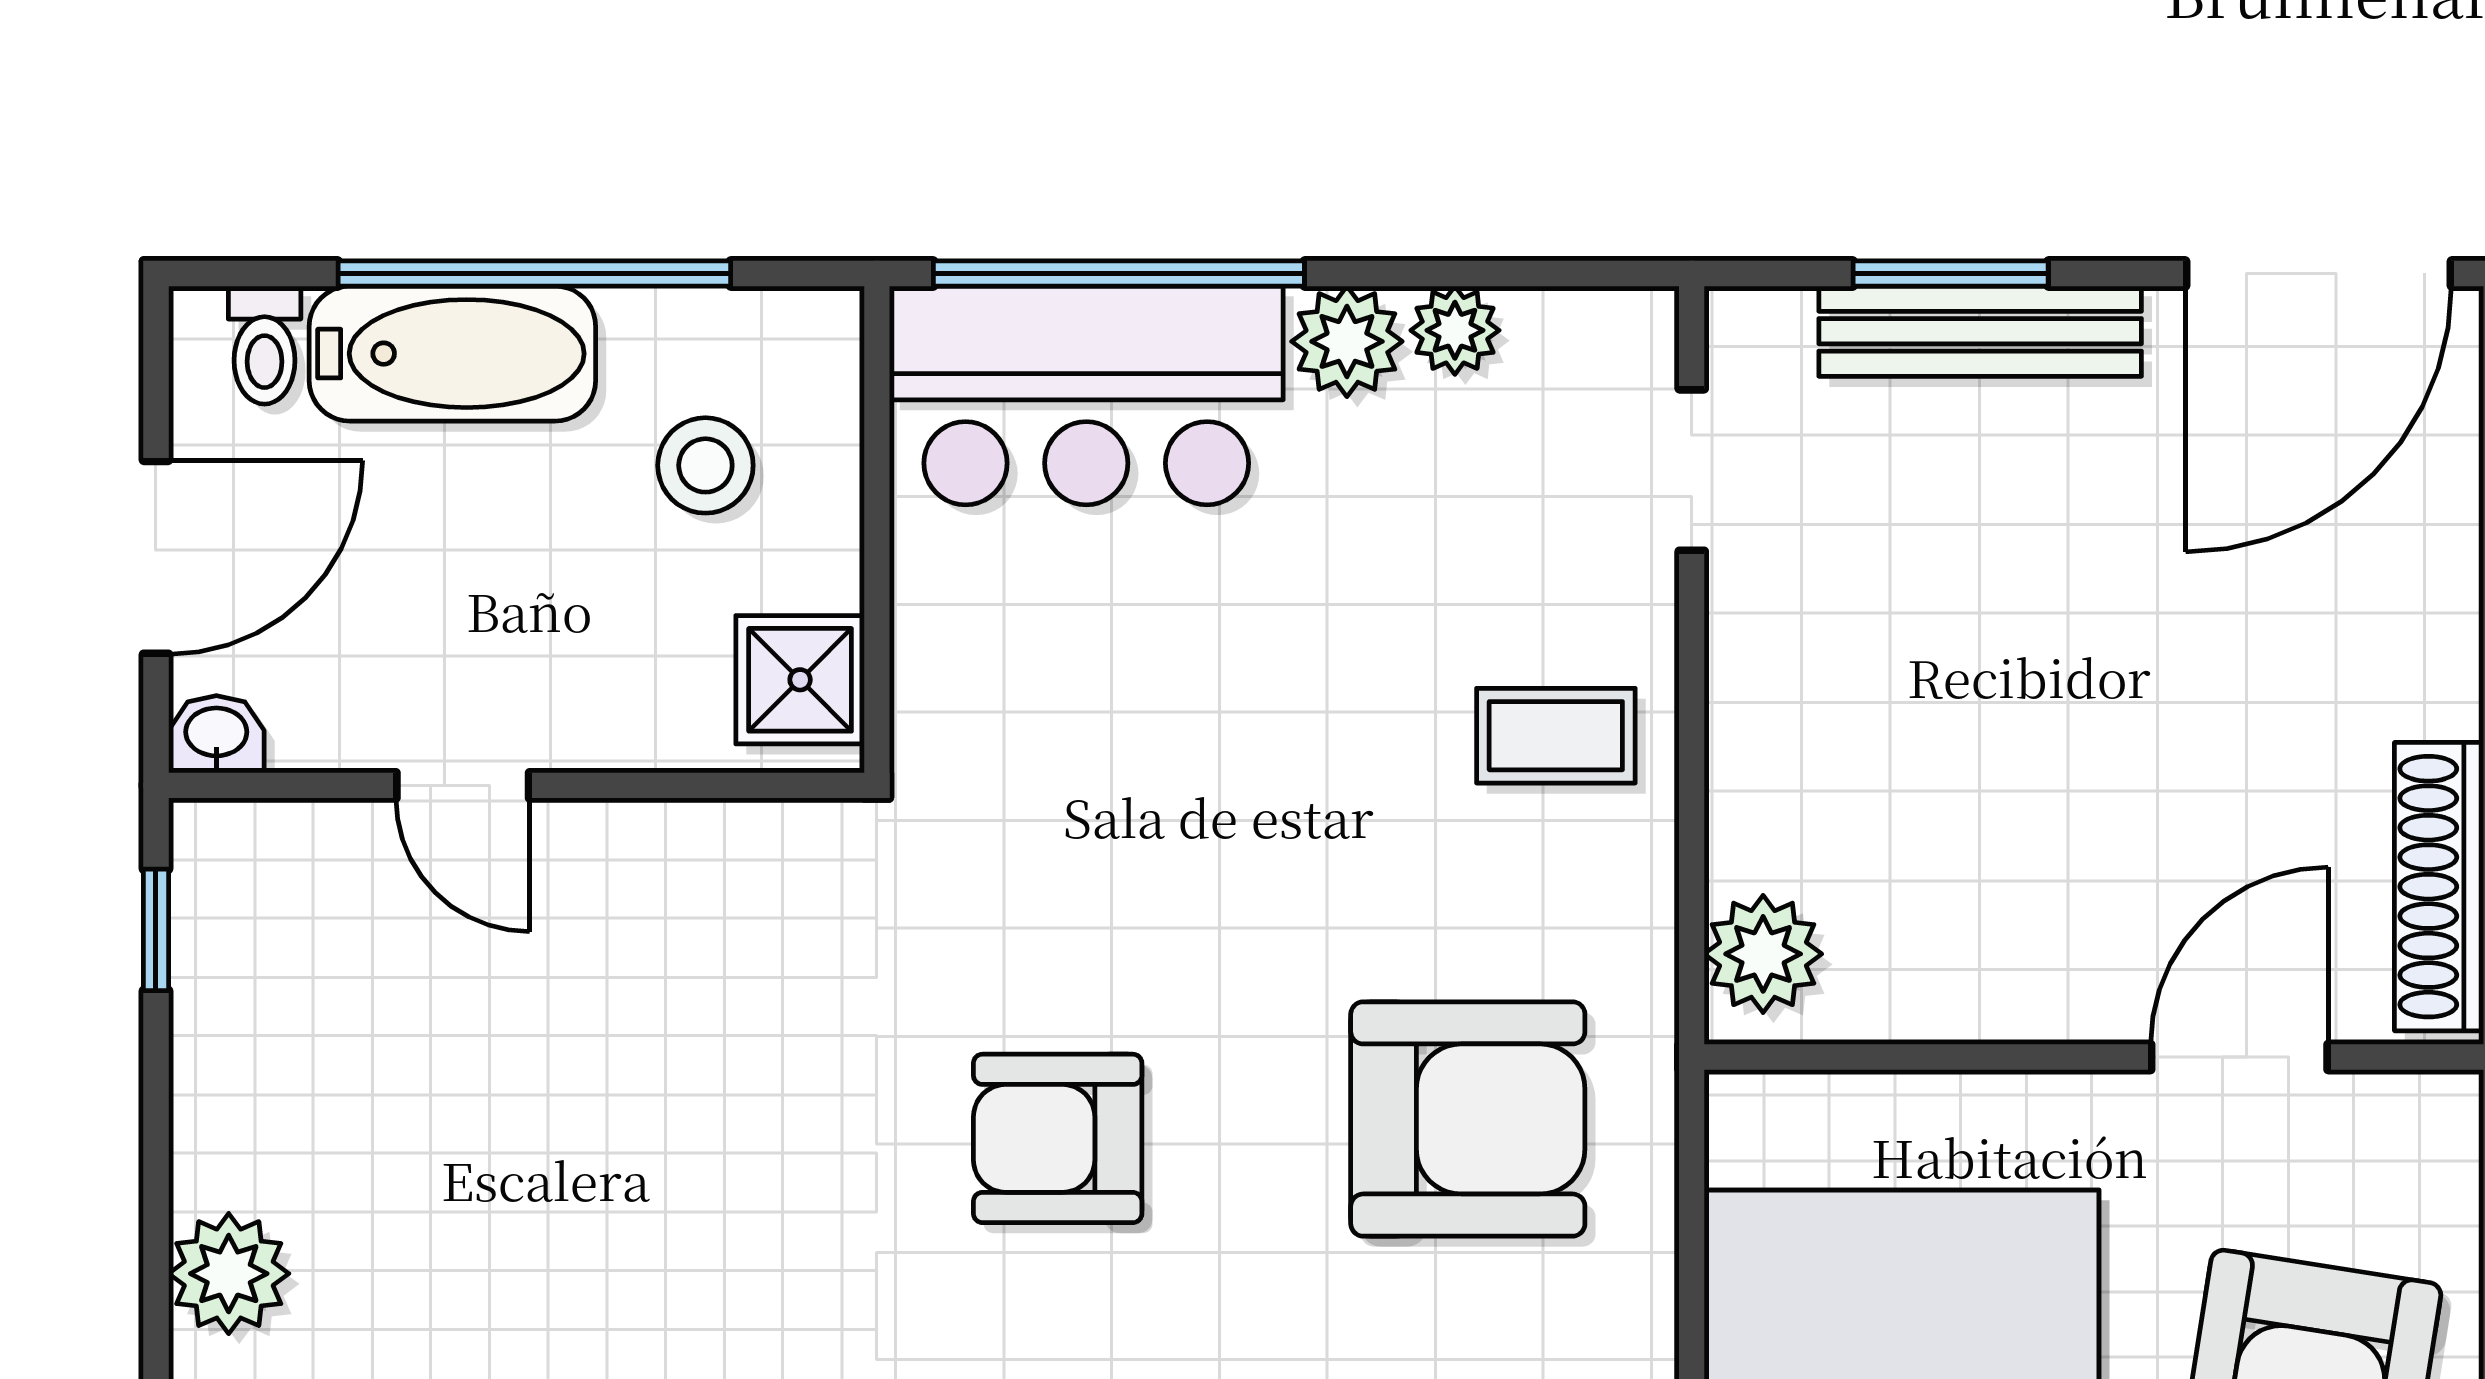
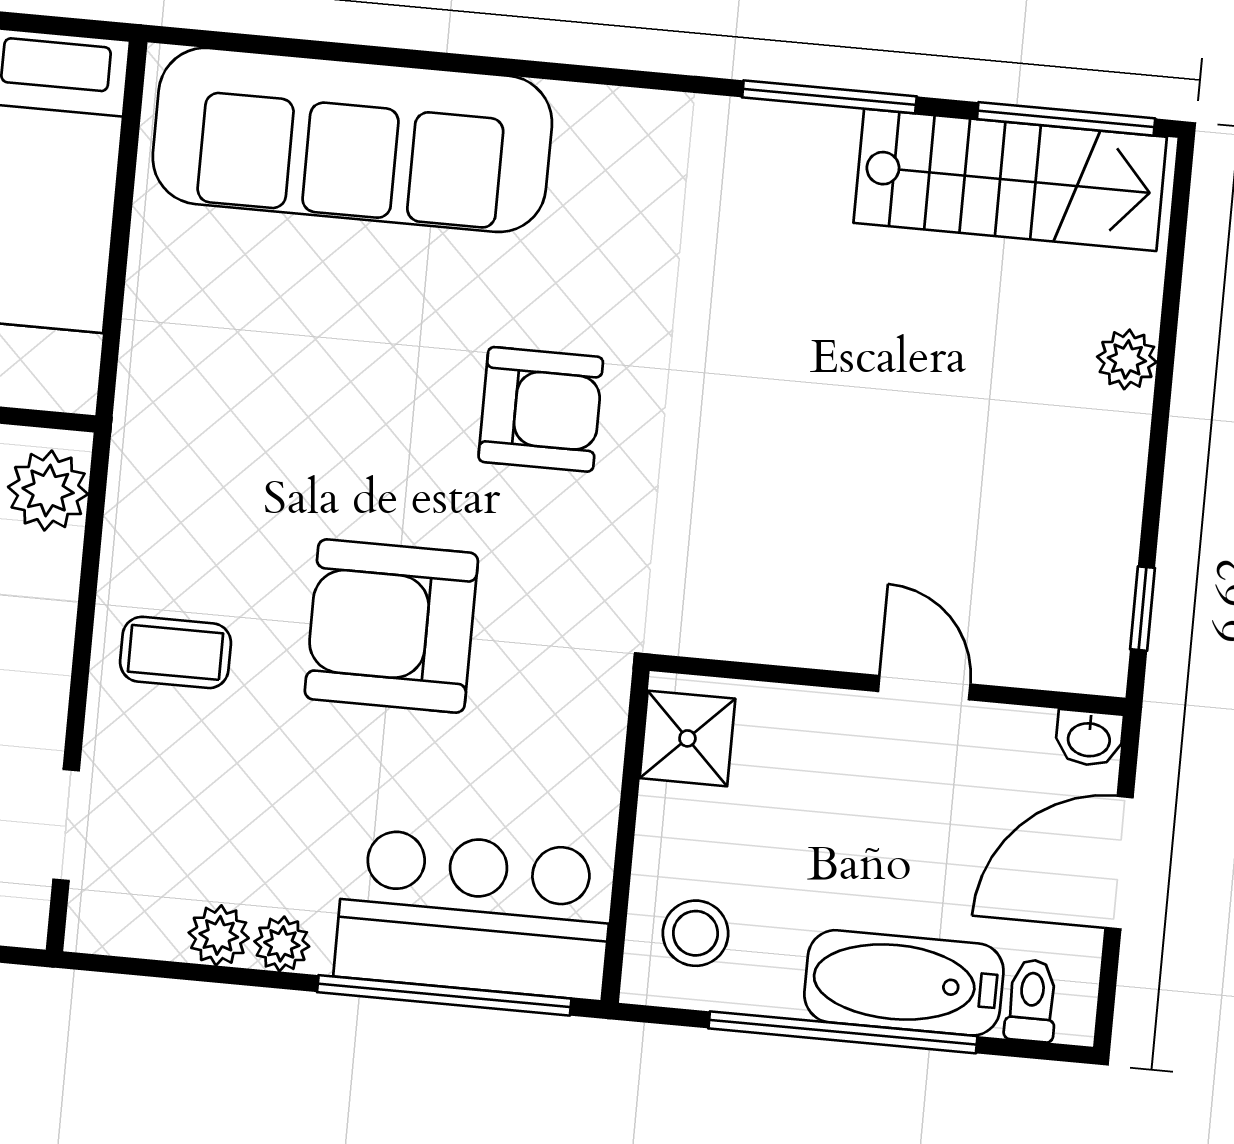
plant: (1347, 341) -> (282, 944), width x0.73, depth x0.73
stool: (705, 465) -> (695, 933), moved
armchair: (1468, 1119) -> (391, 626), moved
plant: (229, 1274) -> (1127, 359), width x0.73, depth x0.73

